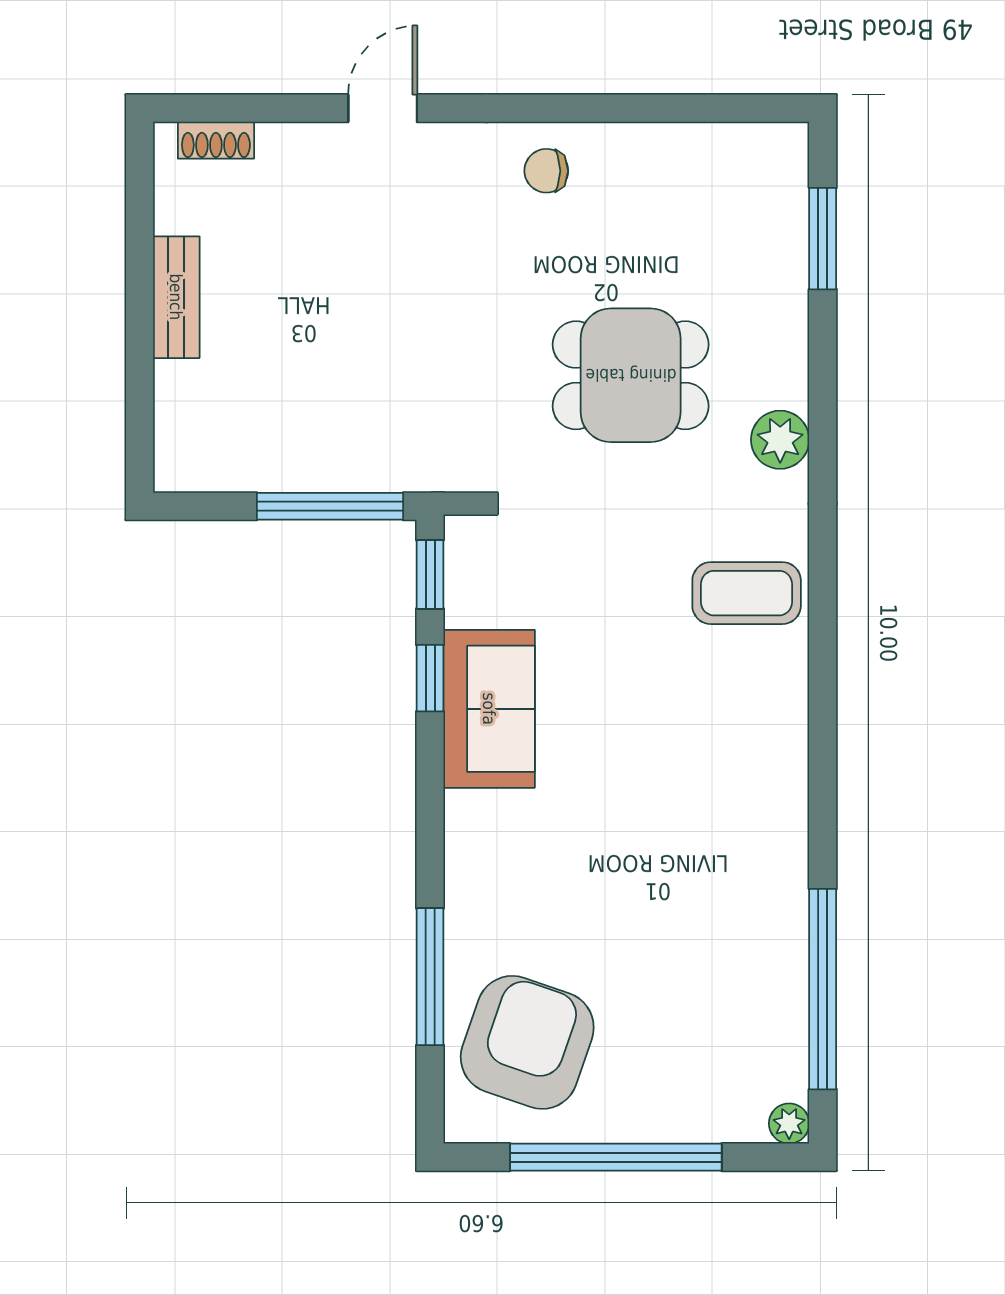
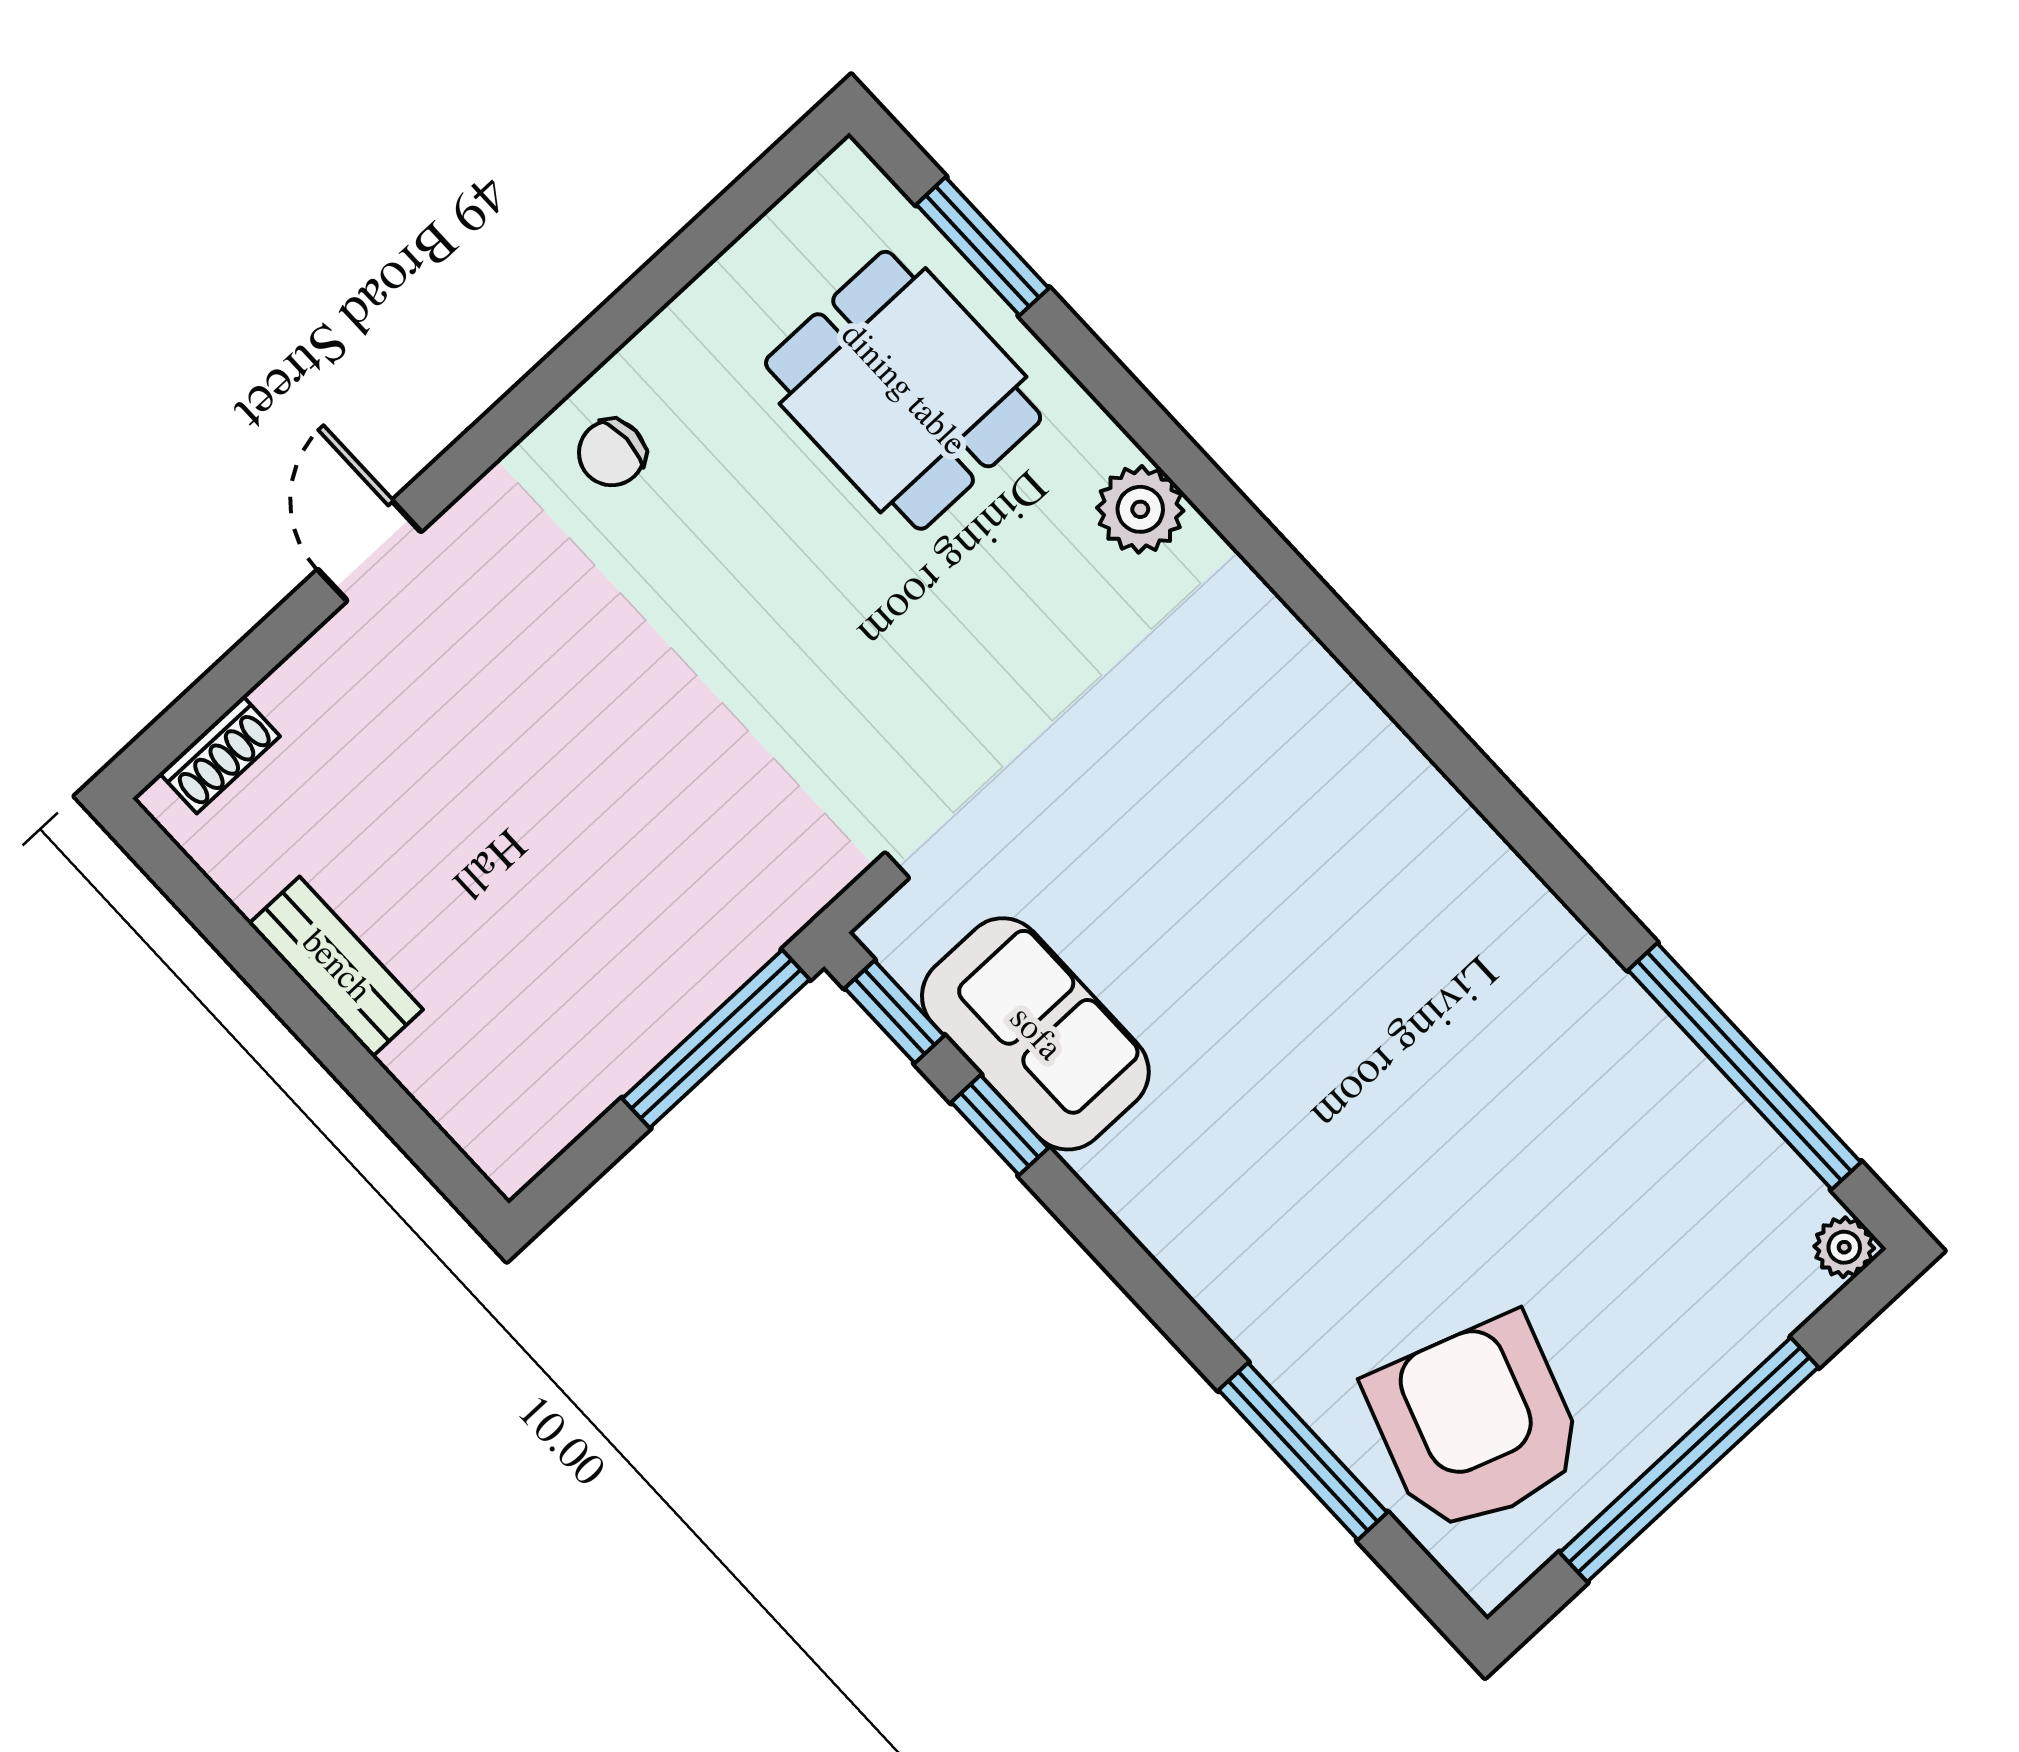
dining table: (631, 375) -> (903, 390), moved, turned 90
coffee table: (747, 593) -> (1259, 711), removed
sofa: (489, 709) -> (1035, 1034), moved

